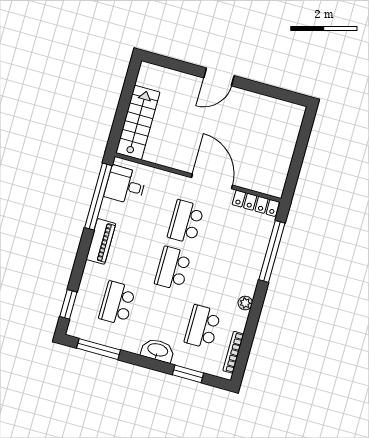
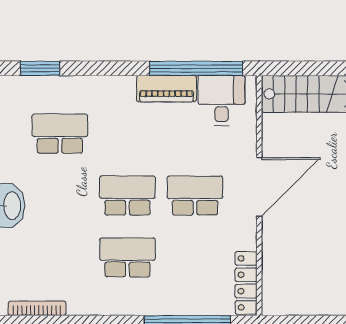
door: (212, 181) -> (259, 187), moved
piano: (101, 241) -> (167, 89), moved
plant: (245, 303) -> (108, 306), removed
school desk: (203, 327) -> (127, 257), moved

